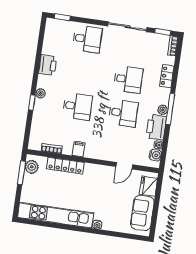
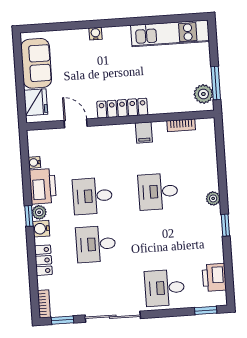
printer: (48, 65) -> (214, 277), moved
window: (32, 103) -> (225, 225), moved
window: (170, 109) -> (29, 216), width x0.46
water cooler: (155, 155) -> (41, 229), moved
locker: (65, 166) -> (122, 108), moved
door: (124, 166) -> (76, 123), hinge flipped
kitchen unit: (55, 215) -> (170, 33), width x0.73

